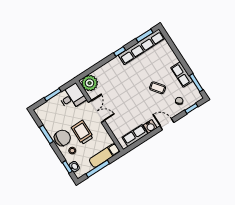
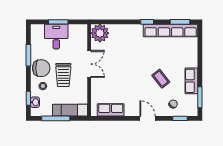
desk: (72, 97) -> (56, 37), moved, turned -90
water cooler: (150, 126) -> (130, 110), removed
trolley: (82, 132) -> (63, 75), turned 180

